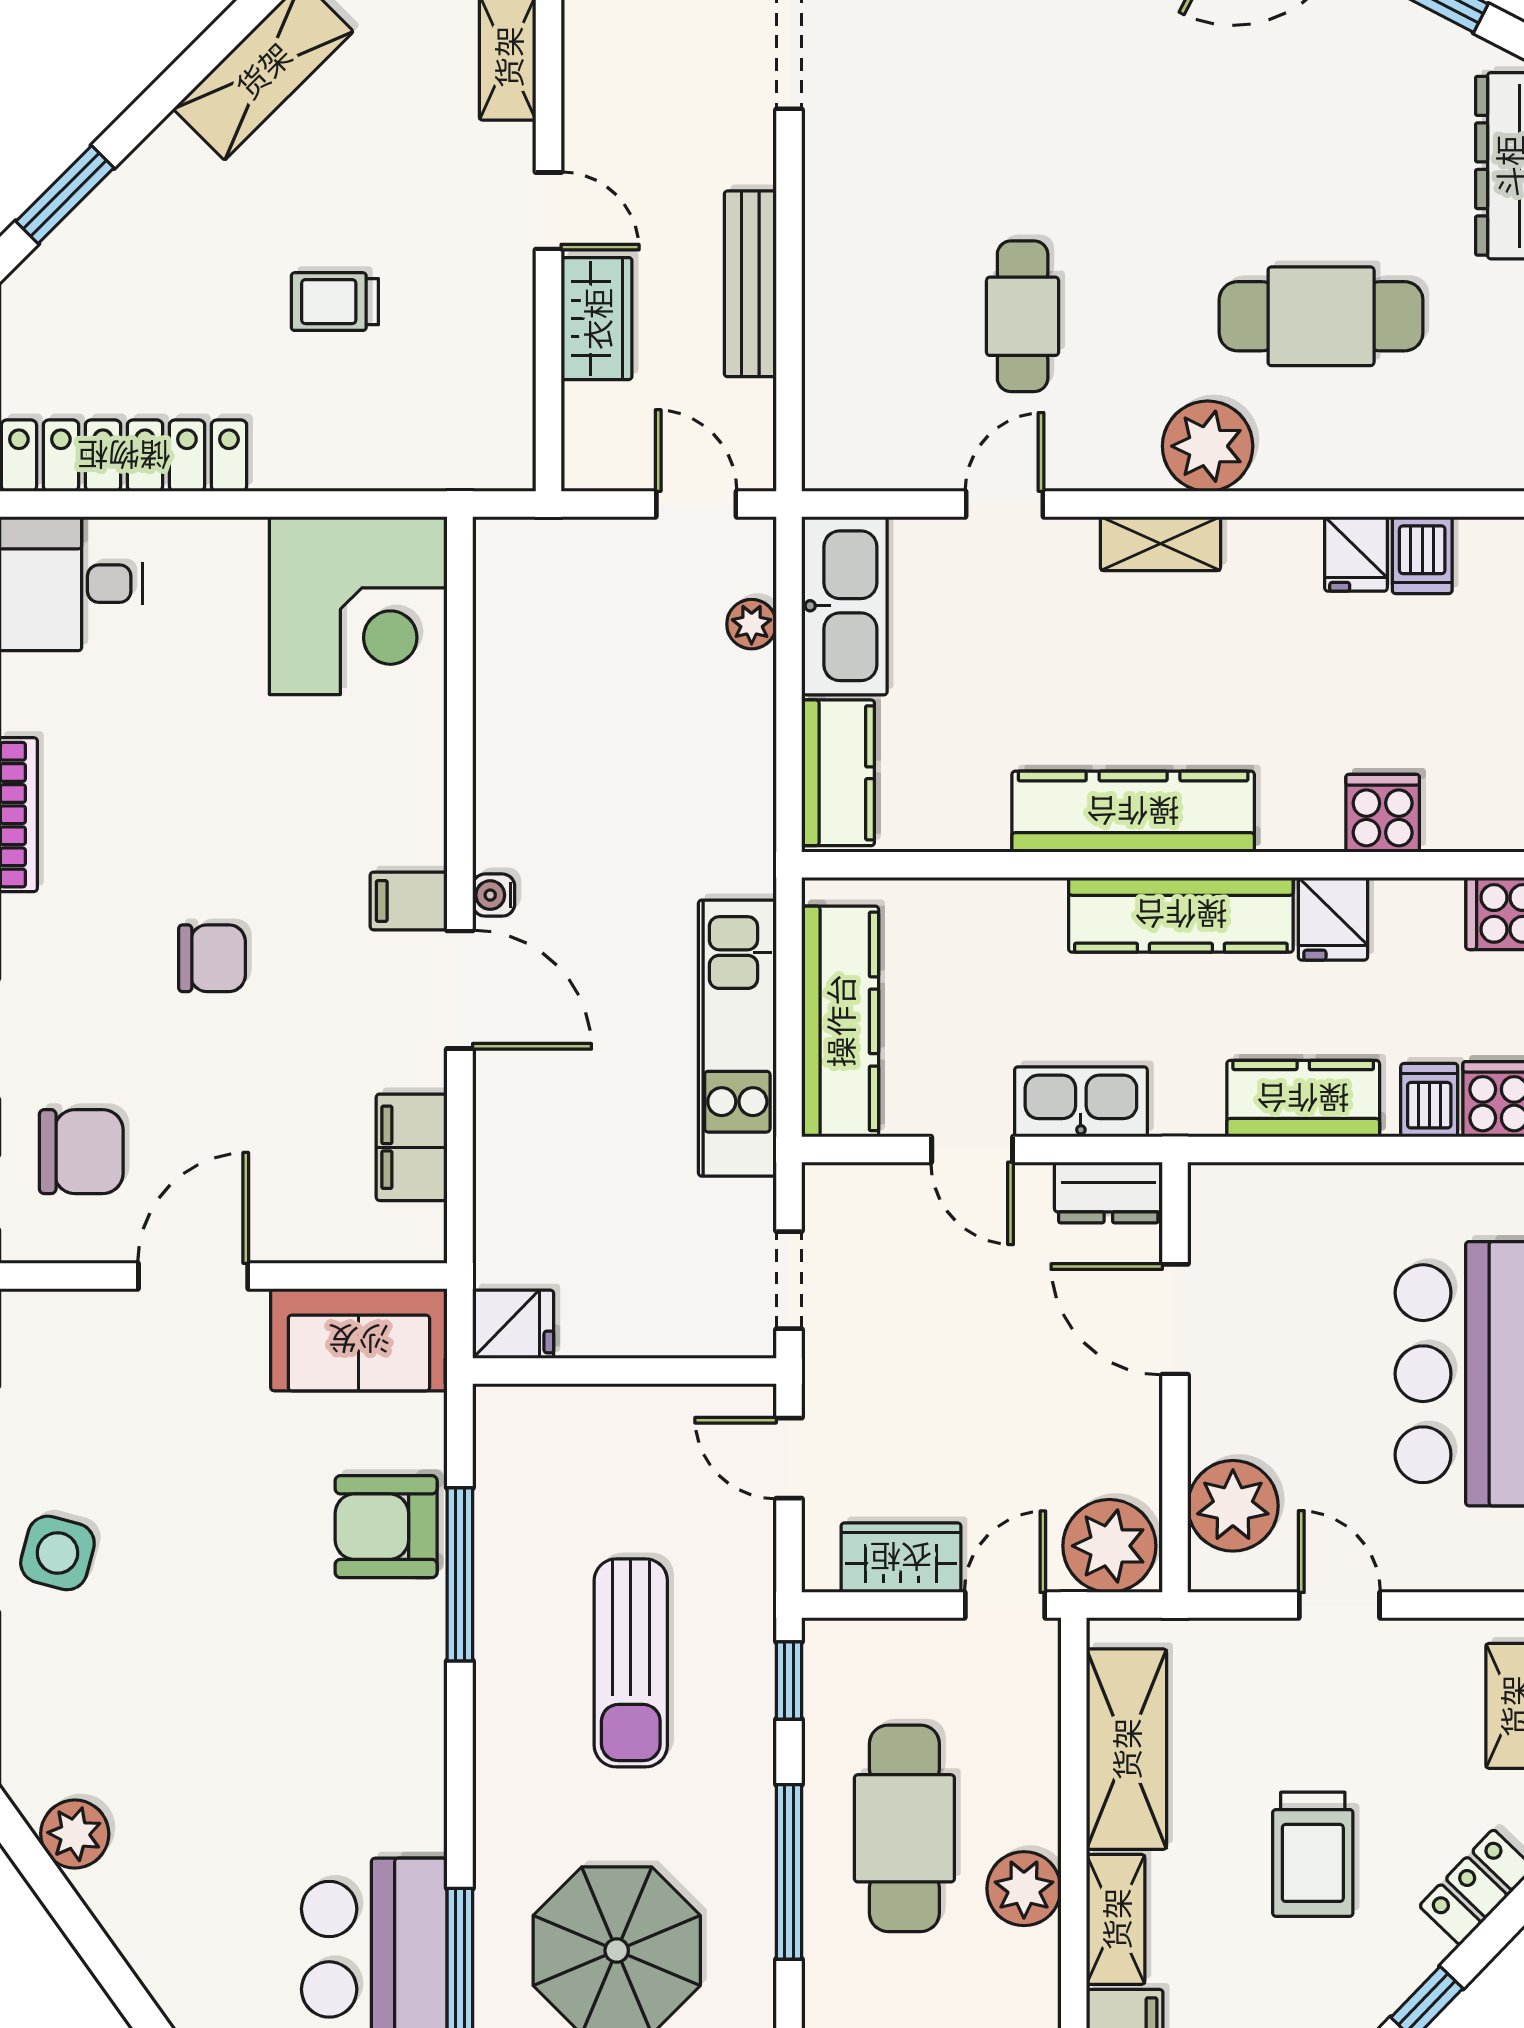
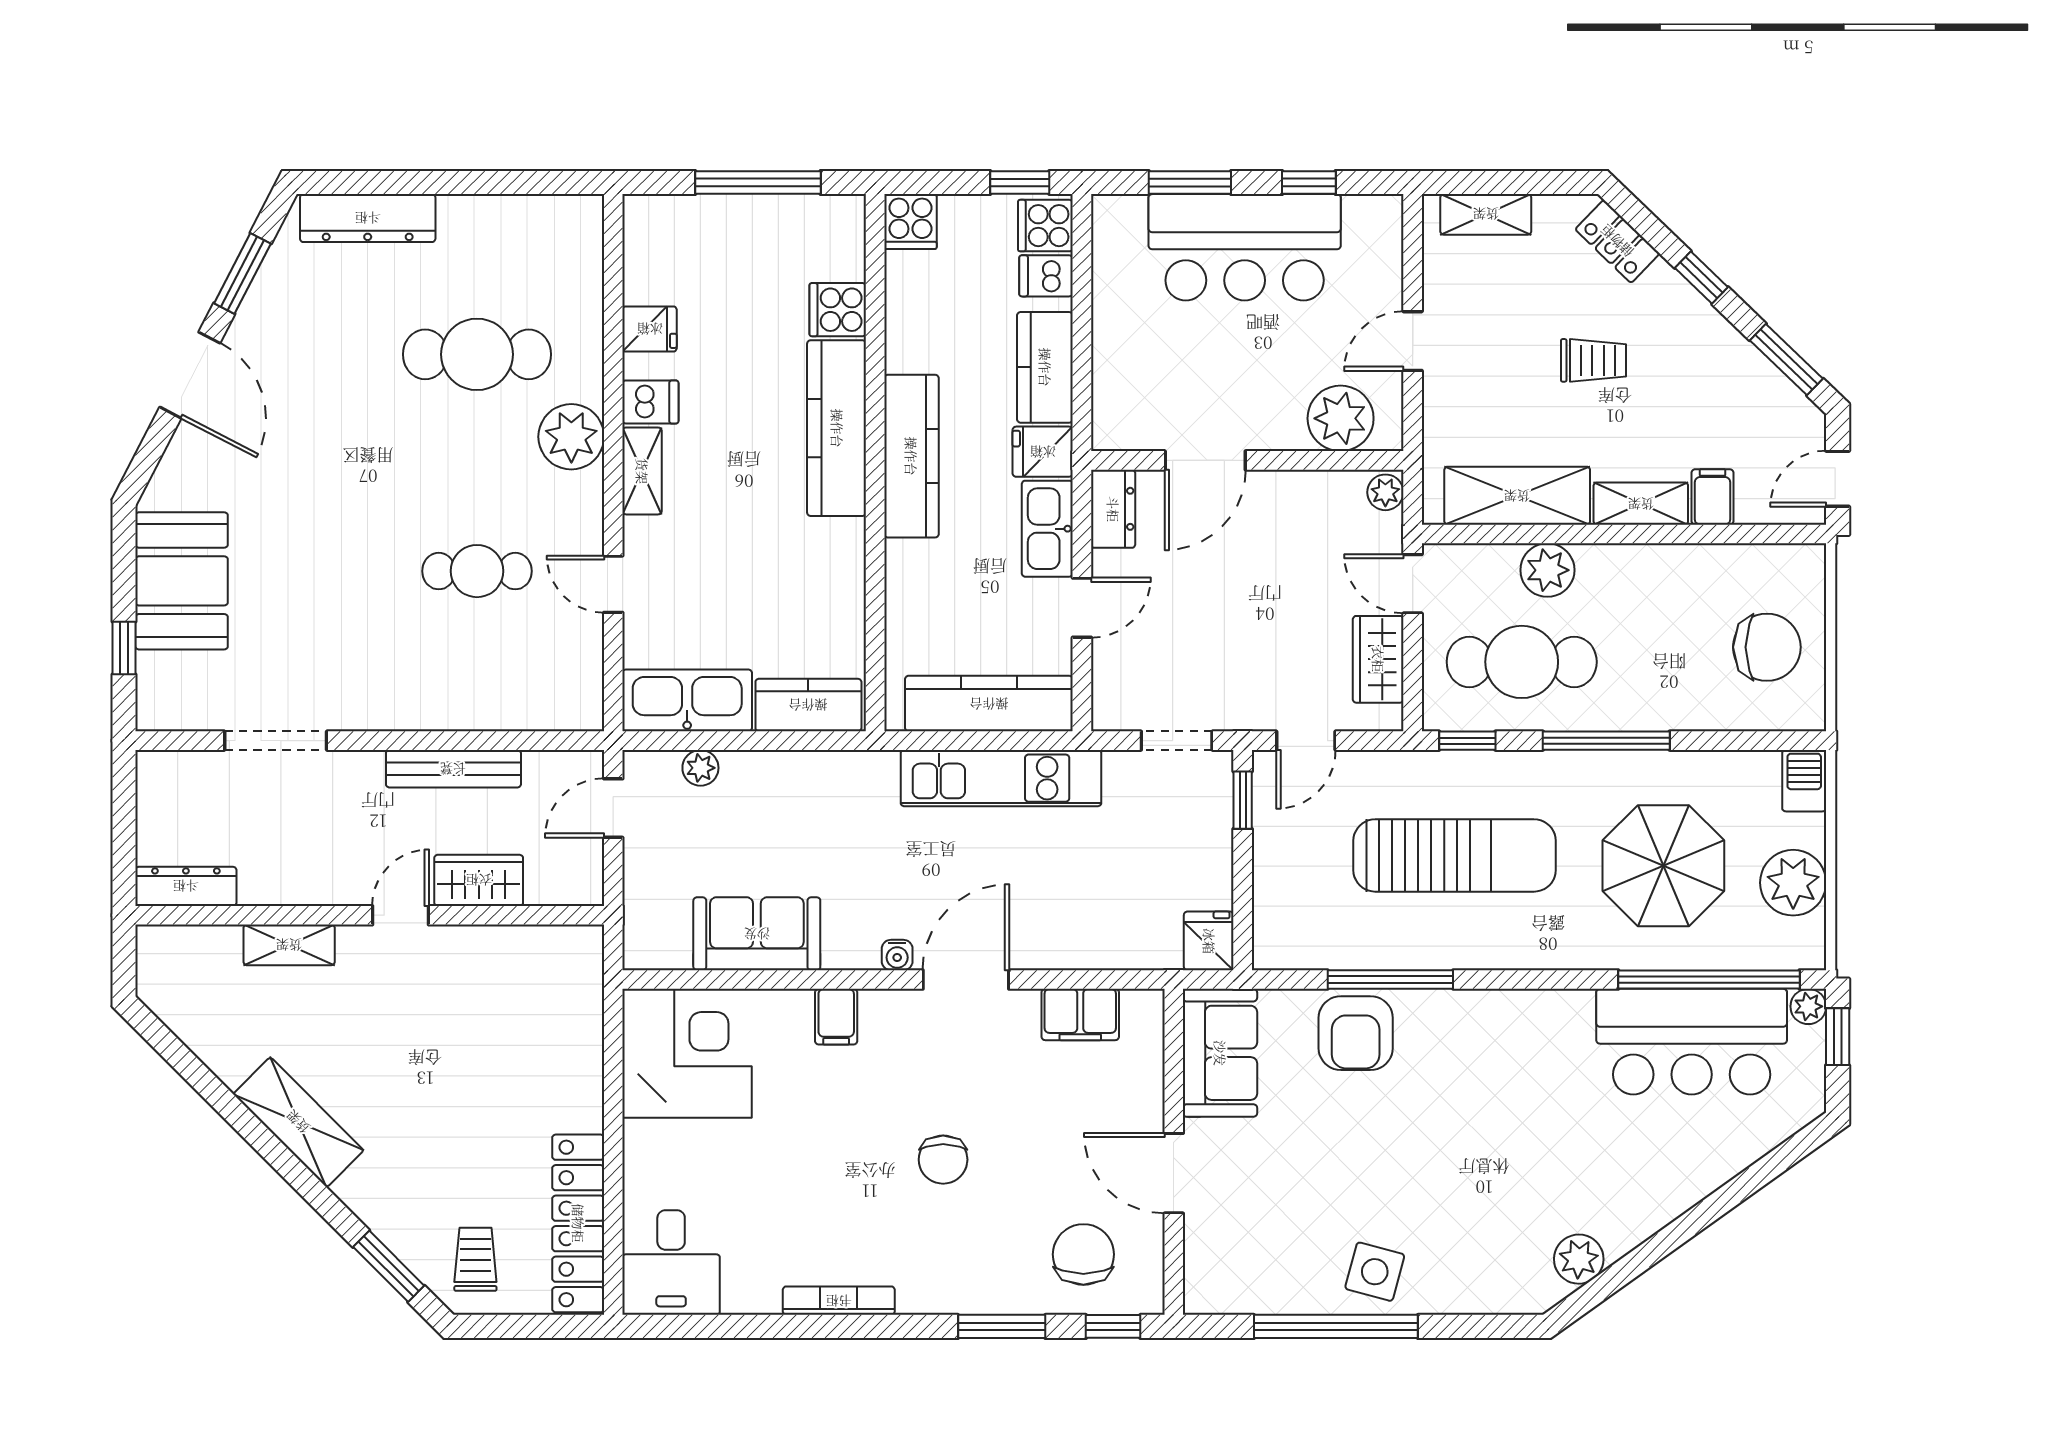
trolley: (335, 302) -> (475, 1259), moved, turned 180
cafe table: (1321, 316) -> (477, 354), turned 90
dishwasher: (1422, 555) -> (650, 402), moved
sofa: (523, 702) -> (757, 934), added
kitchen counter: (1133, 812) -> (837, 428), moved
filing cabinet: (409, 901) -> (836, 1017), moved
fridge: (1333, 919) -> (1043, 452), moved, turned 180
chair: (212, 958) -> (943, 1160), turned 180
window: (707, 1371) -> (1243, 800), added
plant: (1109, 1546) -> (1385, 492), width x0.53, depth x0.53
sun lounger: (631, 1663) -> (1455, 855), width x1.36, depth x1.34
cafe table: (904, 1828) -> (1522, 662), moved
trolley: (1313, 1854) -> (1594, 360), width x0.73, depth x0.72
plant: (1024, 1889) -> (1547, 570), moved

